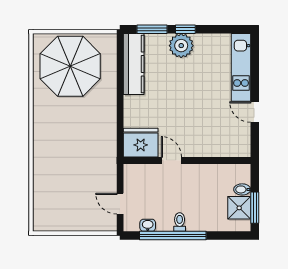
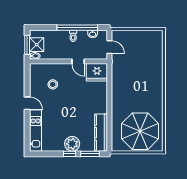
fridge: (141, 143) -> (97, 72), moved
stool: (213, 143) -> (53, 84), added
door: (171, 160) -> (78, 61), moved
wall: (187, 160) -> (69, 61), moved

